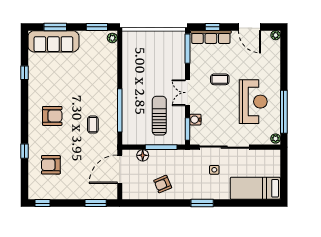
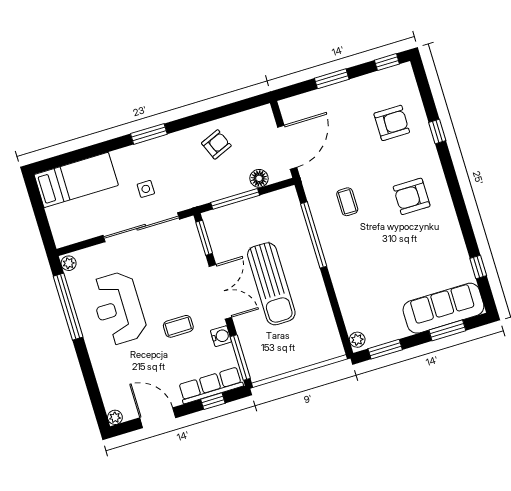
window: (24, 73) -> (478, 267), moved
double door: (187, 93) -> (220, 292), width x1.37
sun lounger: (159, 116) -> (271, 284), moved, width x1.36, depth x1.34
water cooler: (195, 120) -> (221, 336), moved
window: (96, 203) -> (332, 79), moved

